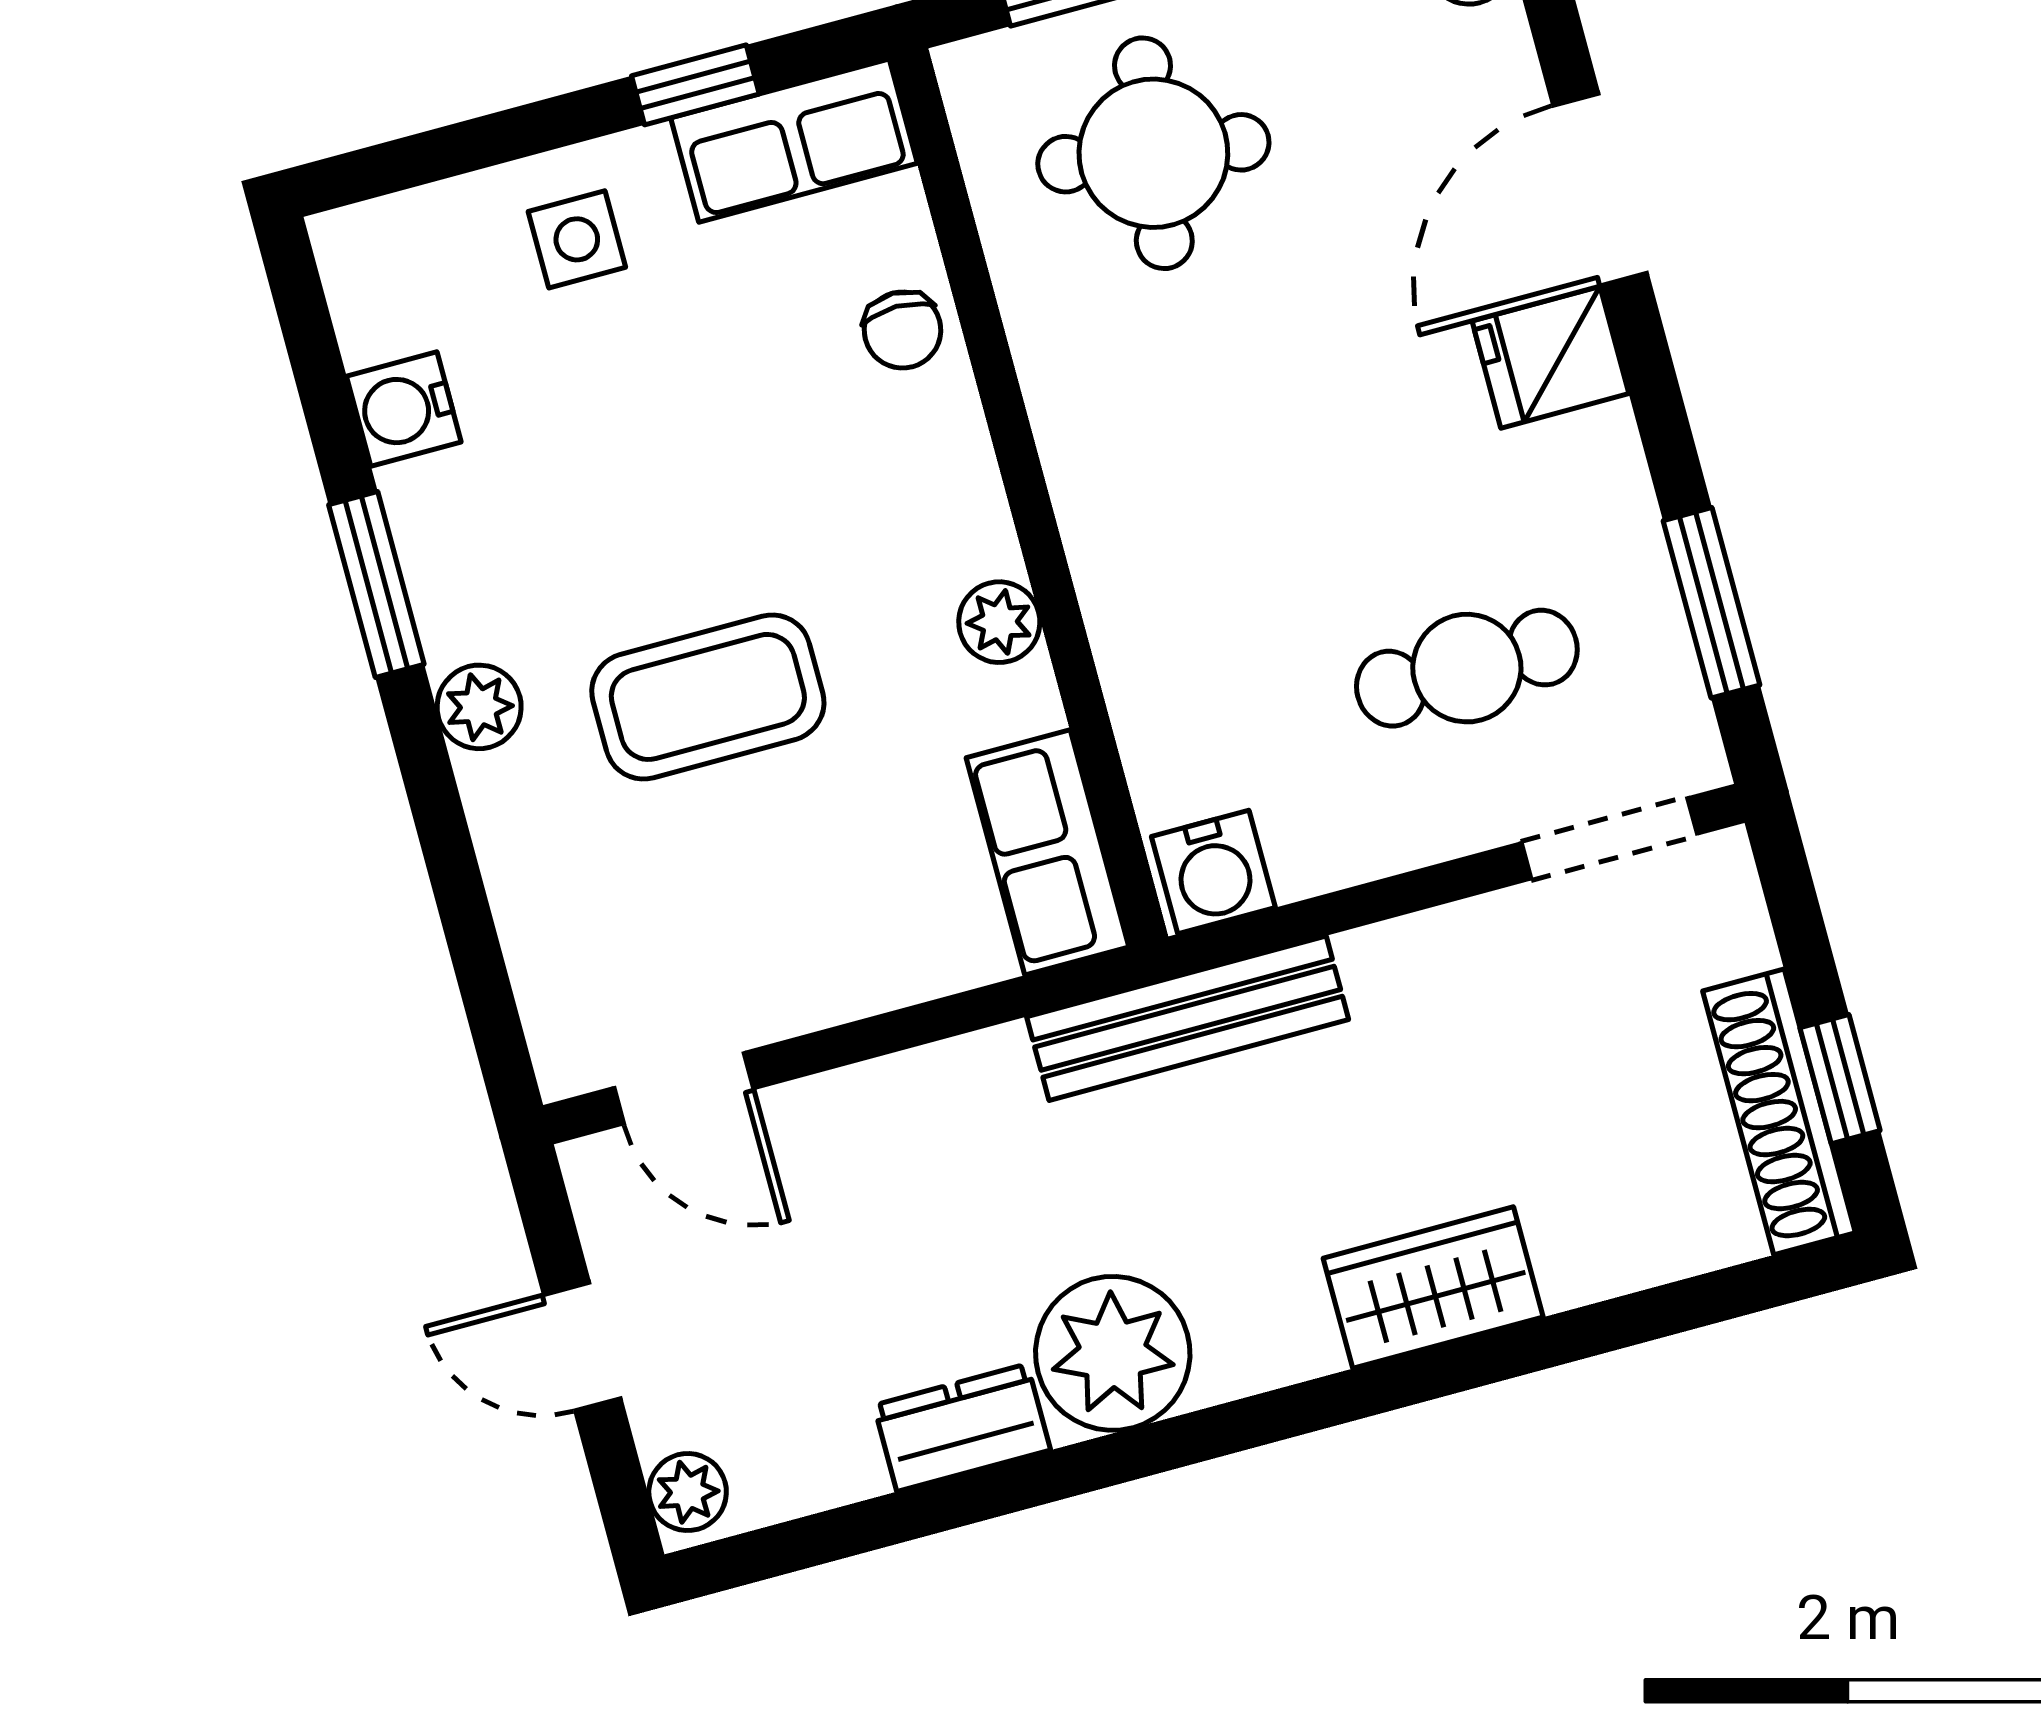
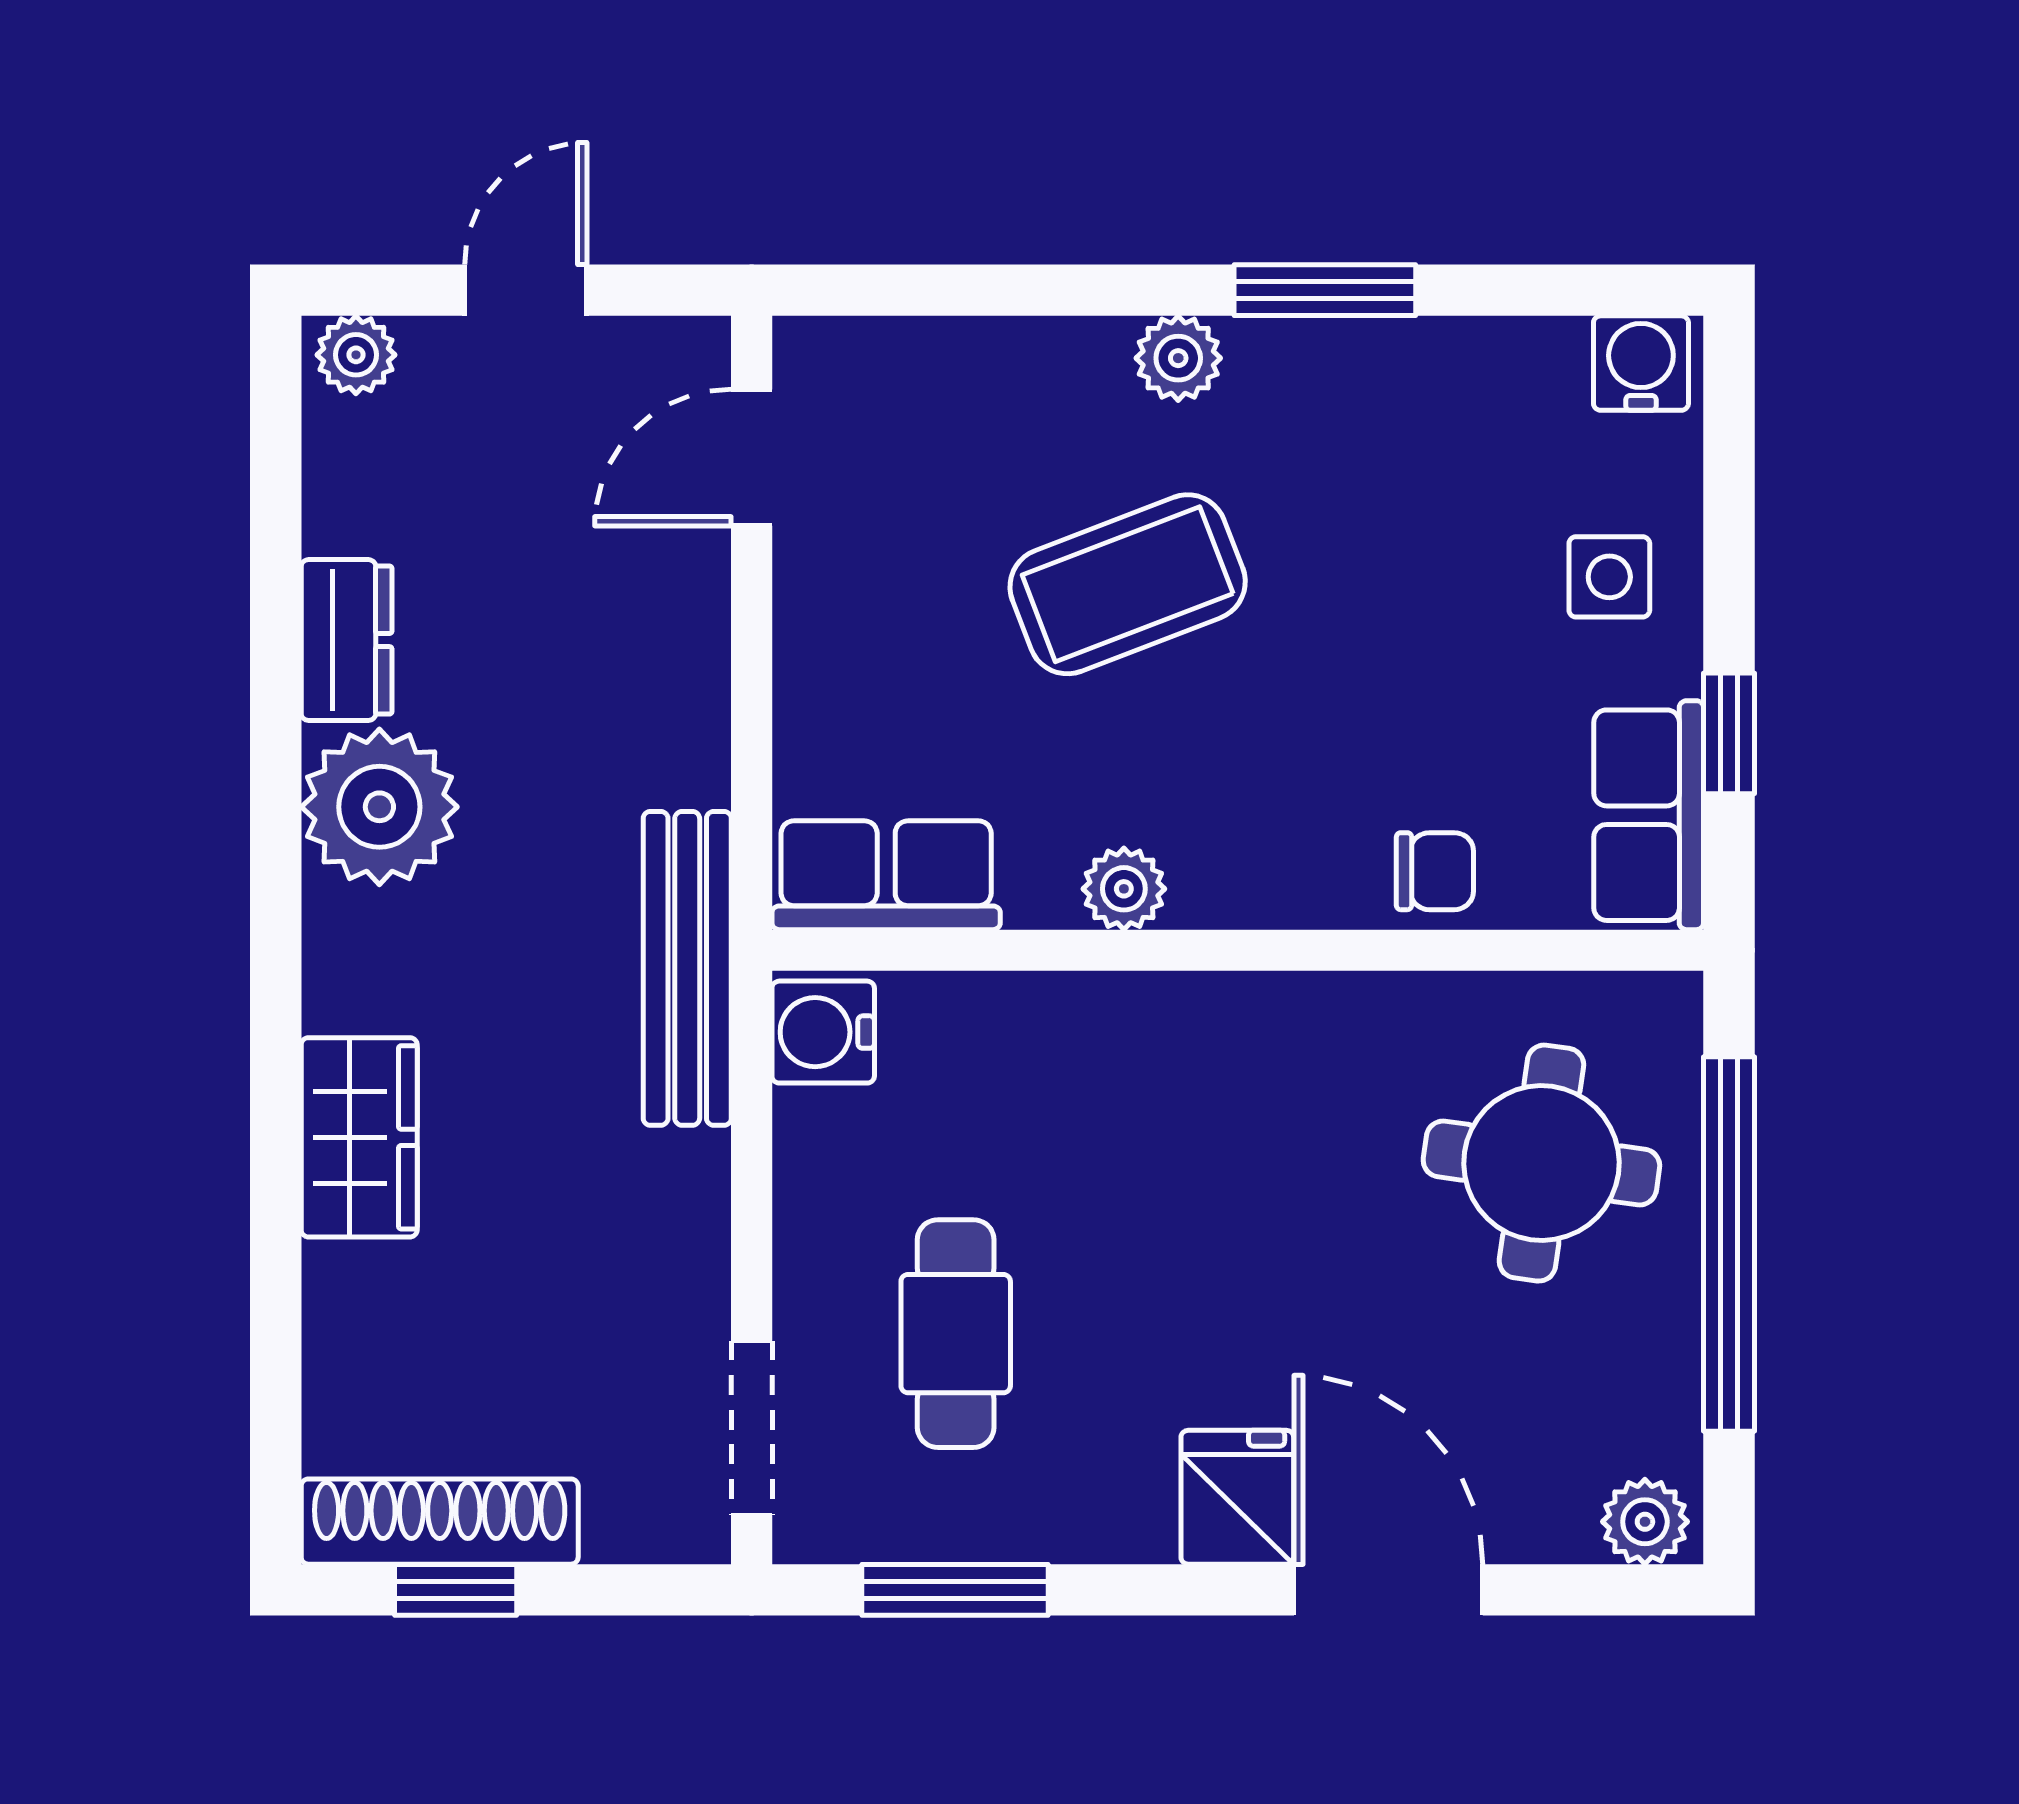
chair: (902, 330) -> (1435, 871), turned 180
water cooler: (404, 409) -> (1641, 363), moved
coffee table: (708, 697) -> (1128, 584), turned 69

